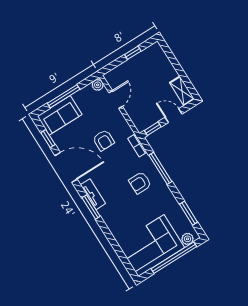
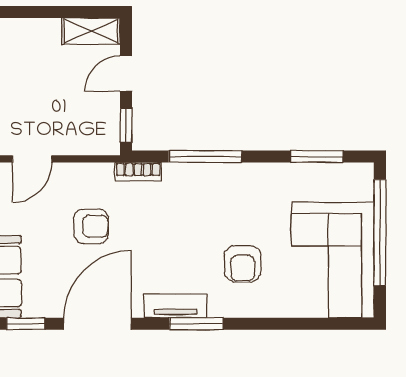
door: (116, 100) -> (32, 159), swing flipped
armchair: (140, 183) -> (243, 264), moved
plant: (188, 239) -> (362, 187), removed

